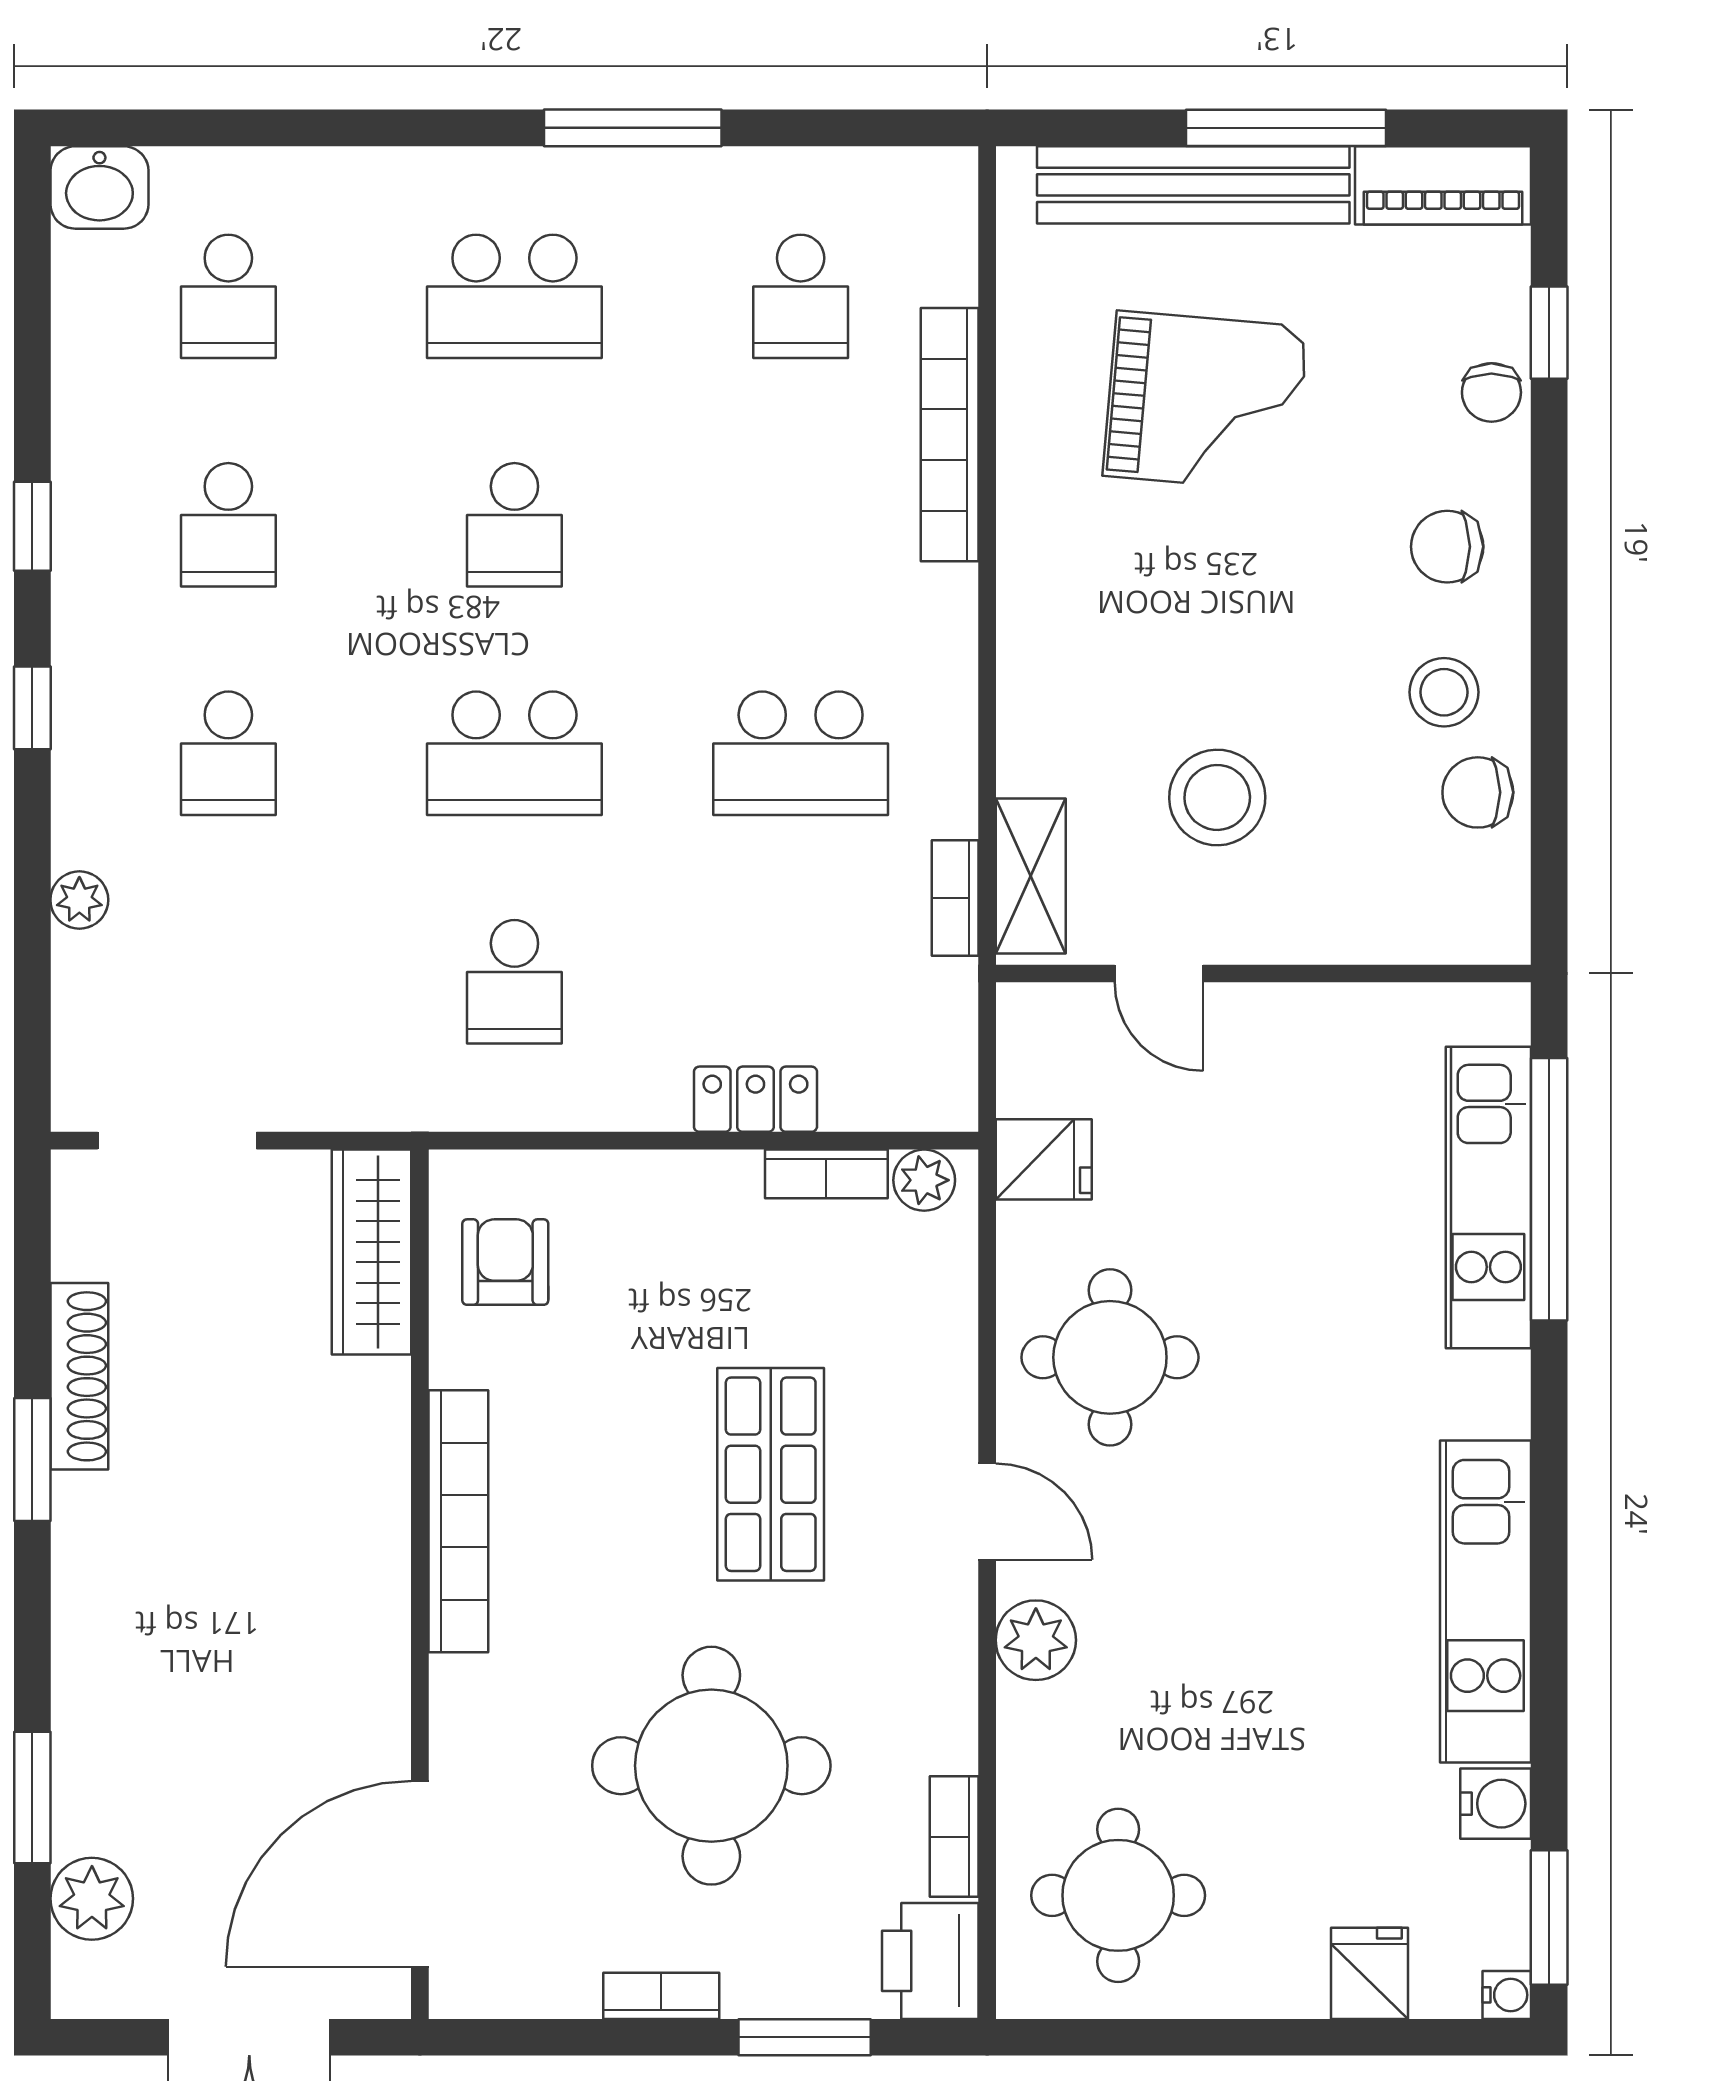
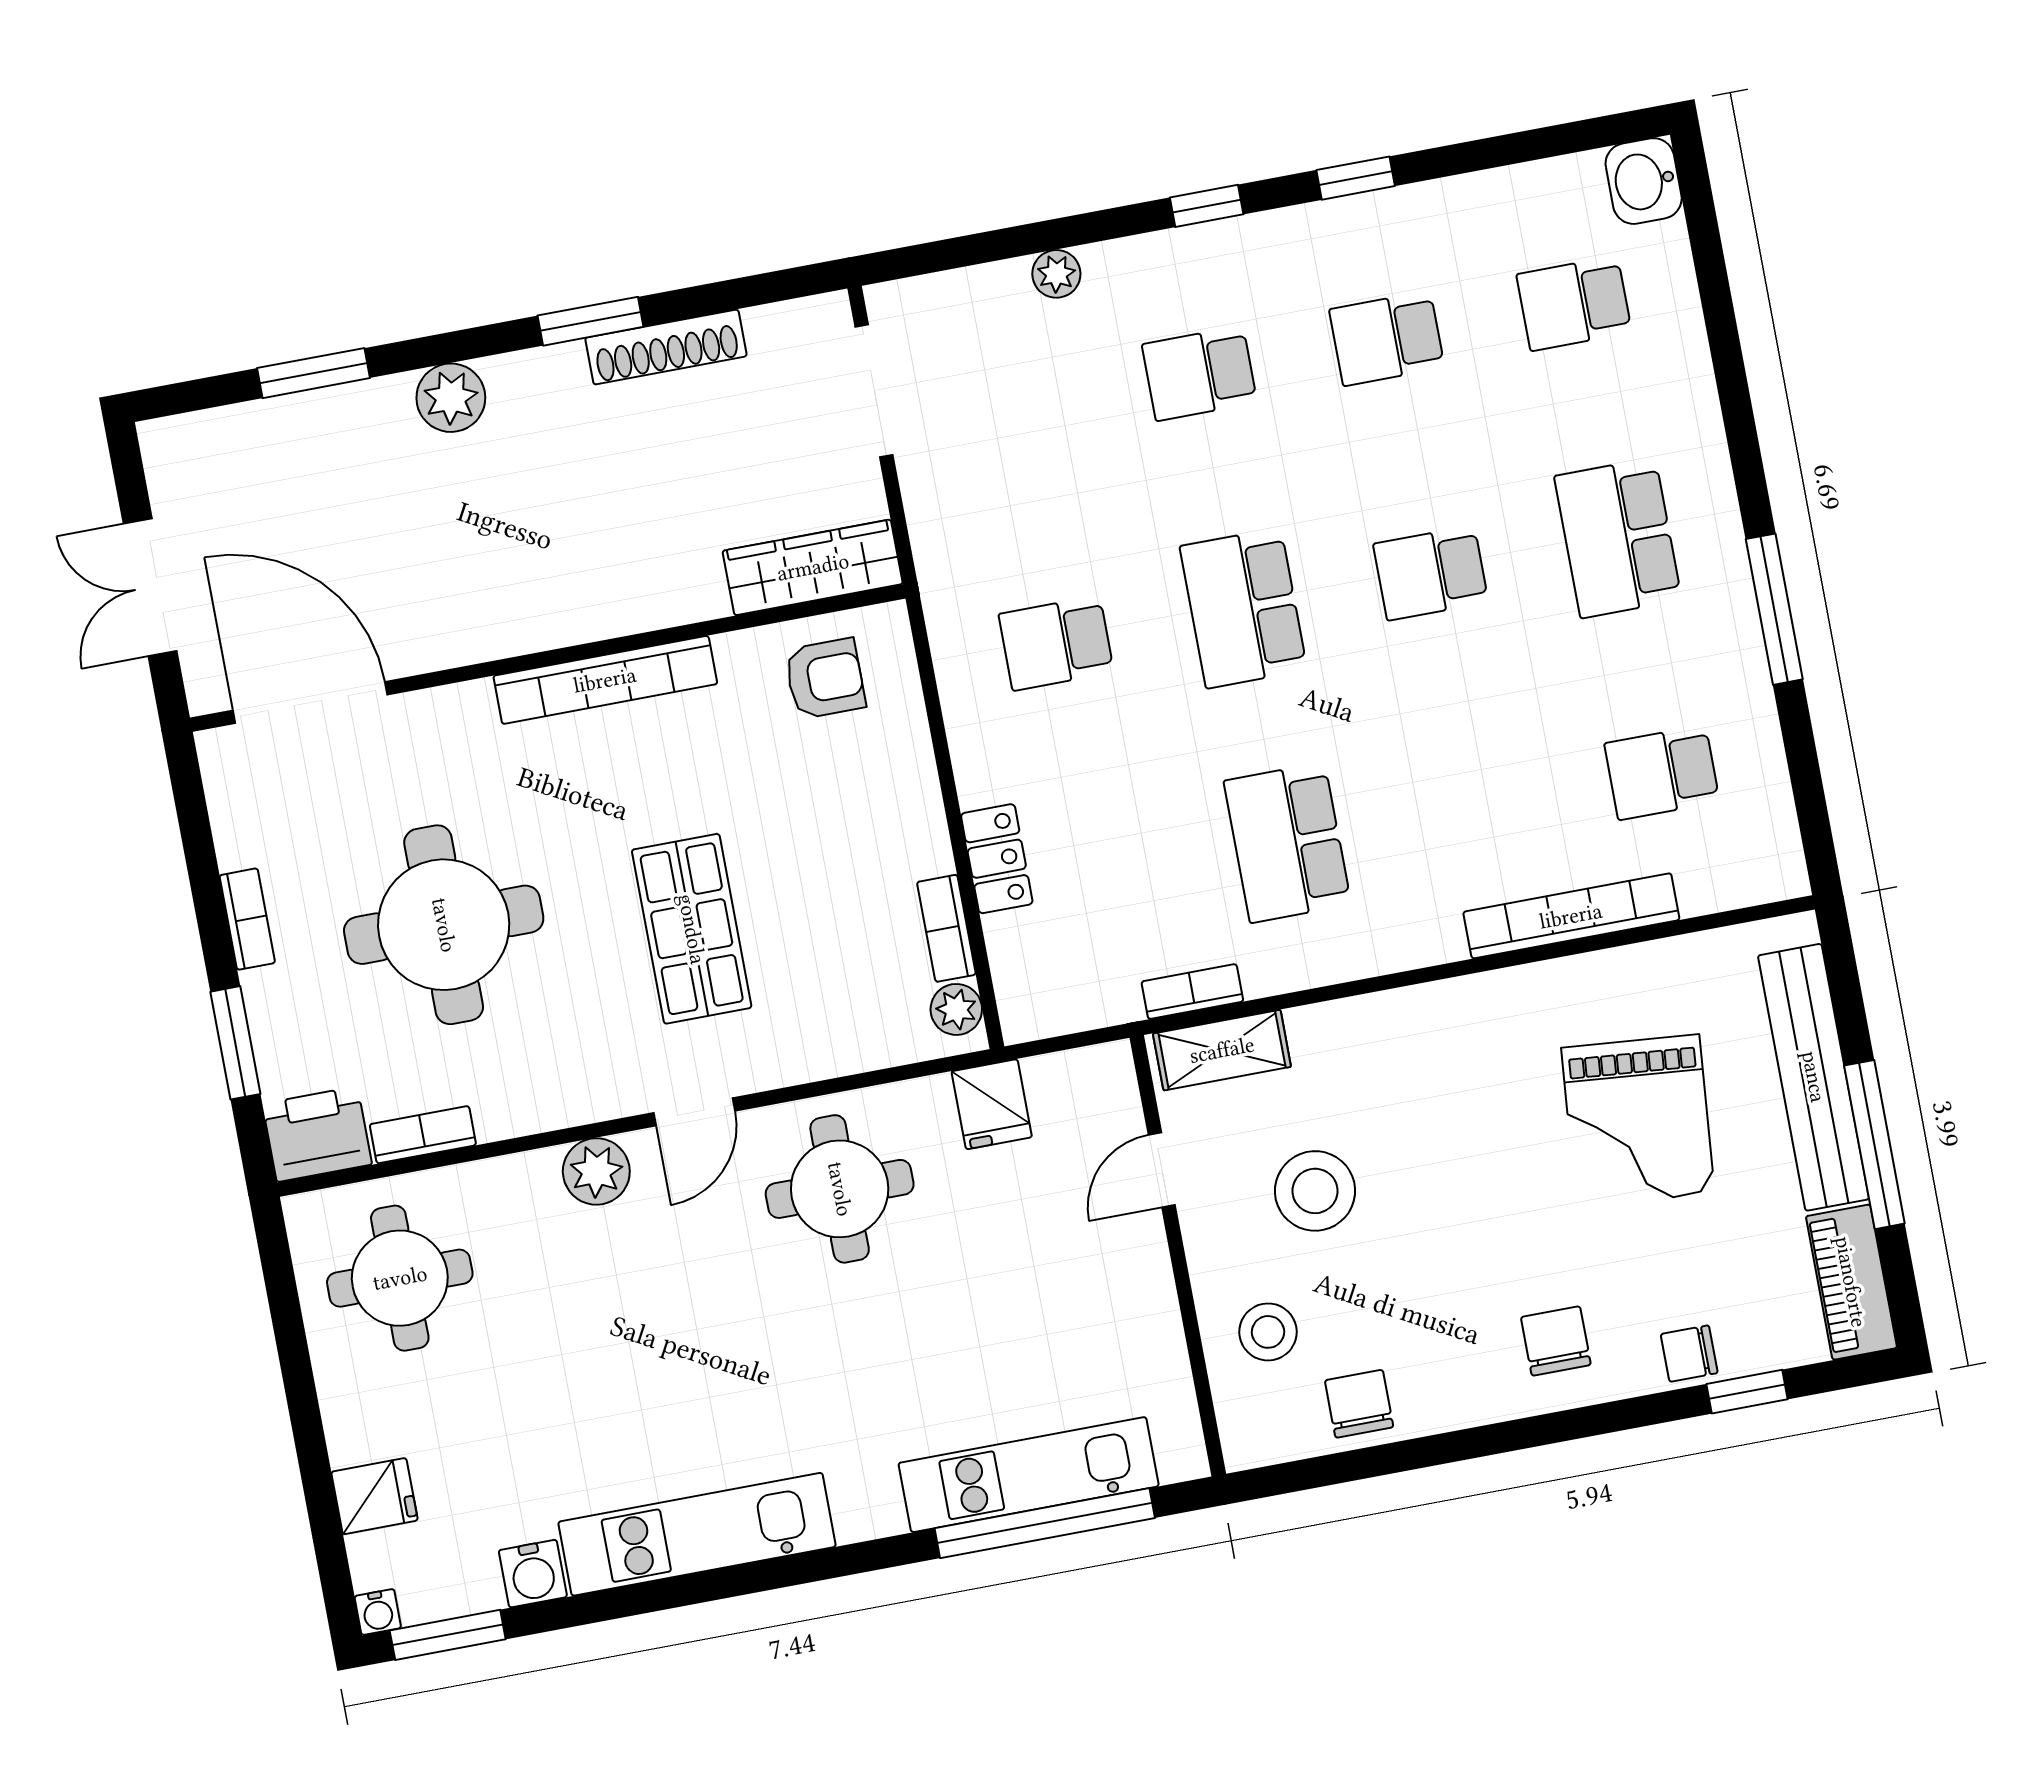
stool: (1444, 692) -> (1268, 1332), moved
shop shelf: (771, 1474) -> (692, 929), turned 90
plant: (92, 1899) -> (451, 398), moved

